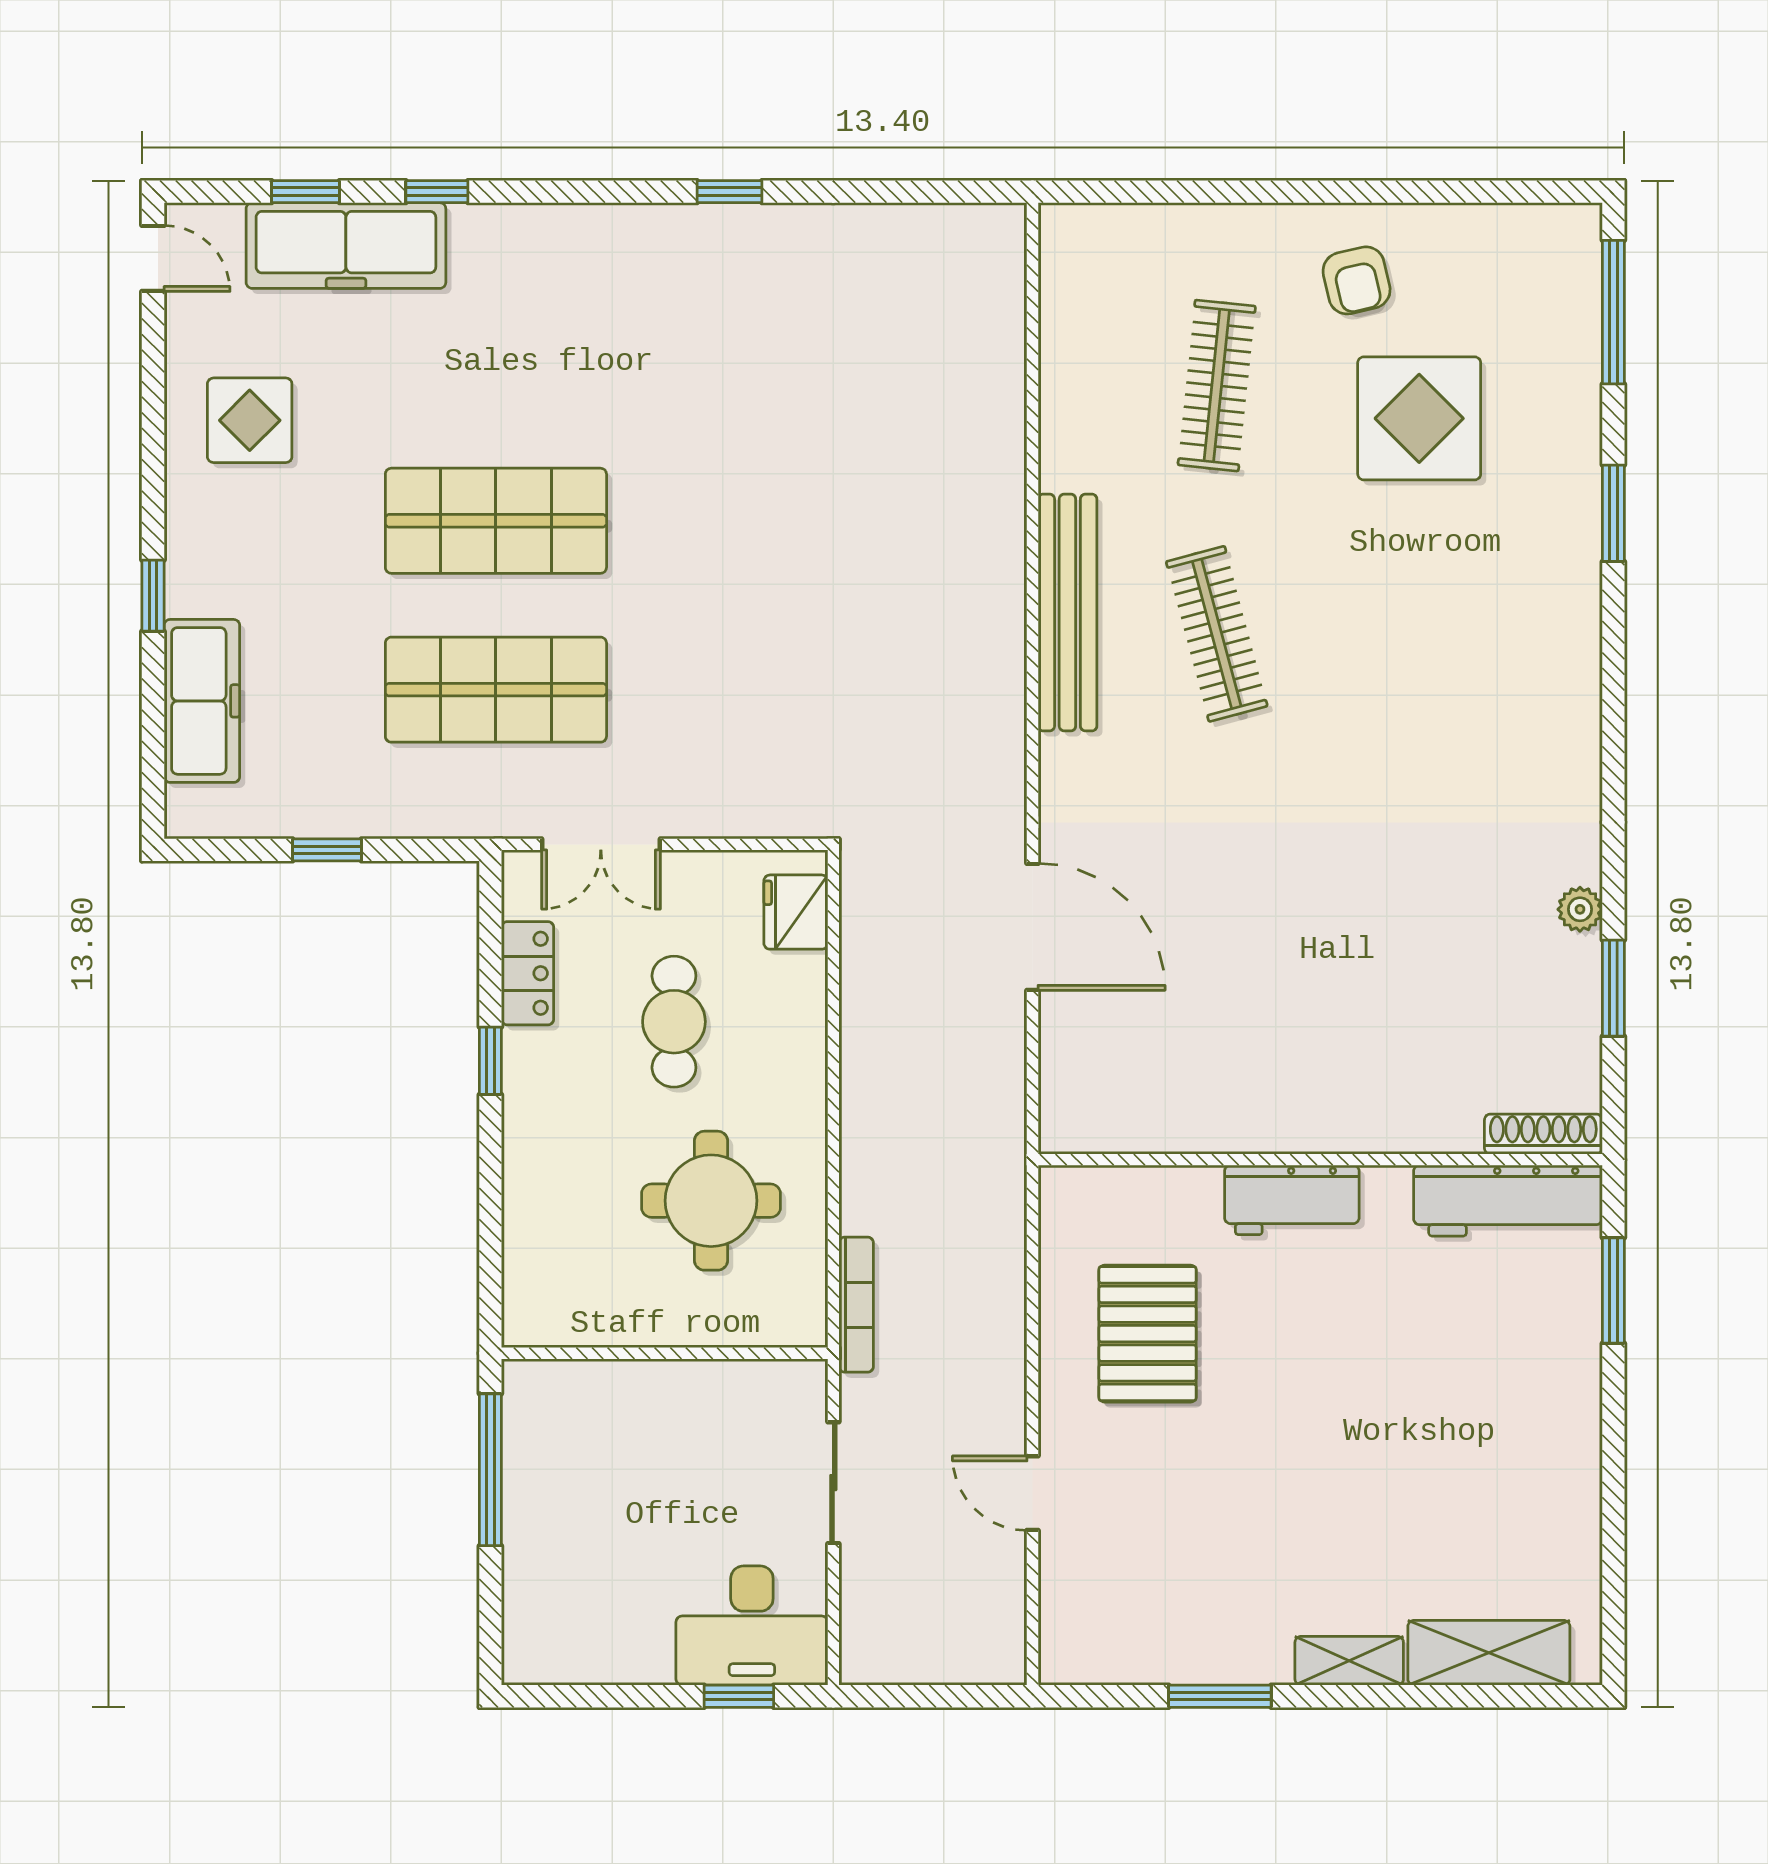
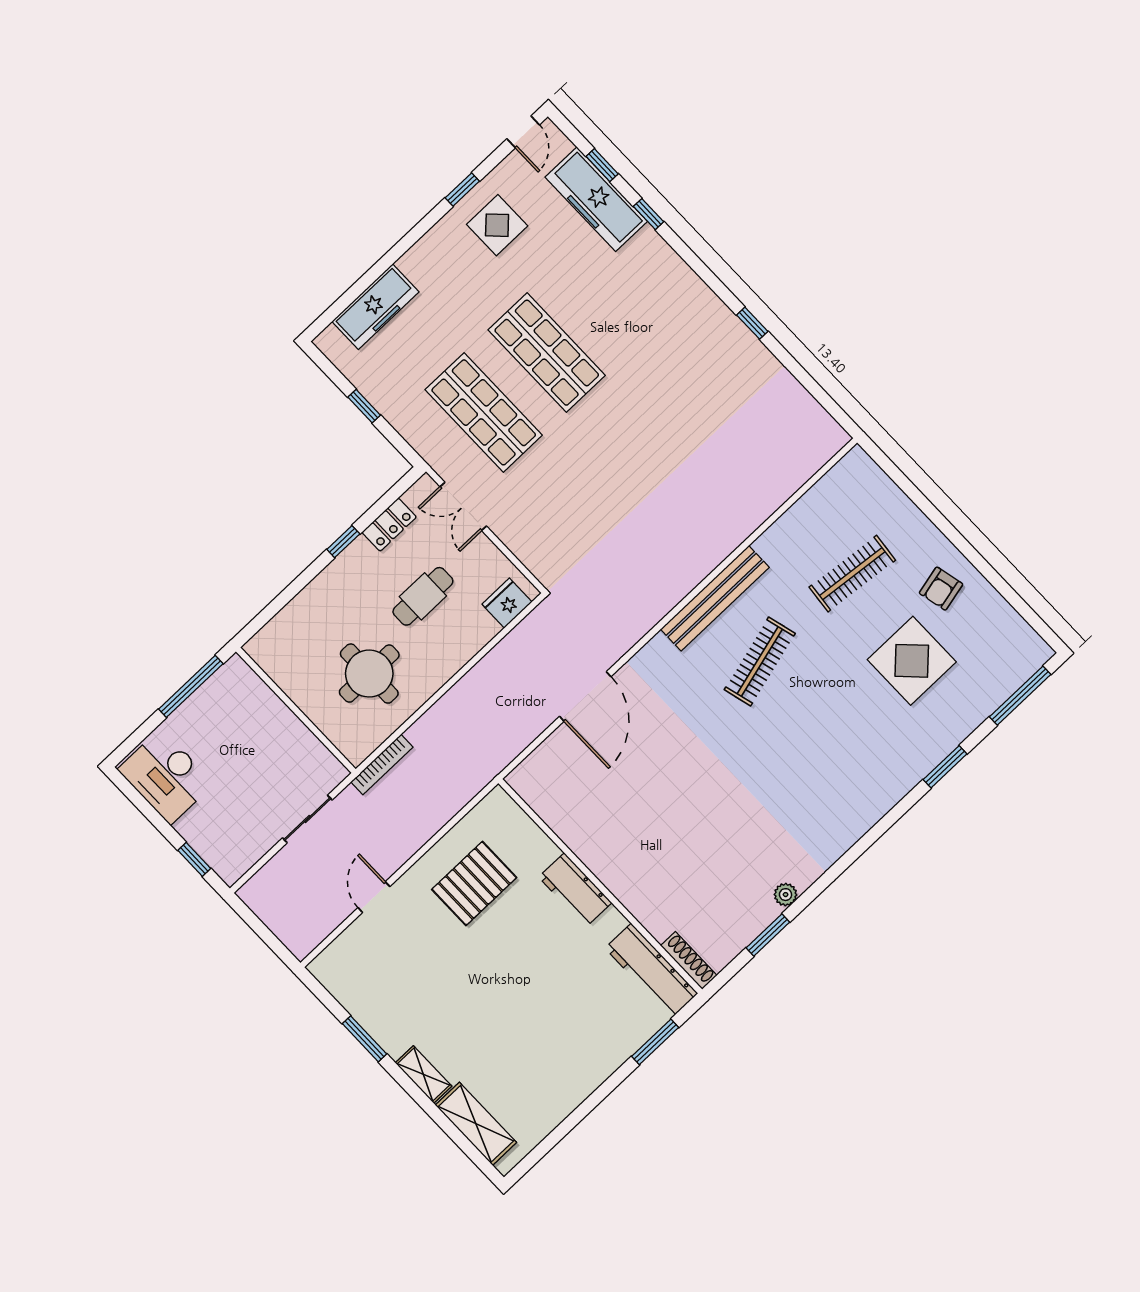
window: (153, 596) -> (462, 190), moved
desk: (752, 1626) -> (166, 777), moved

